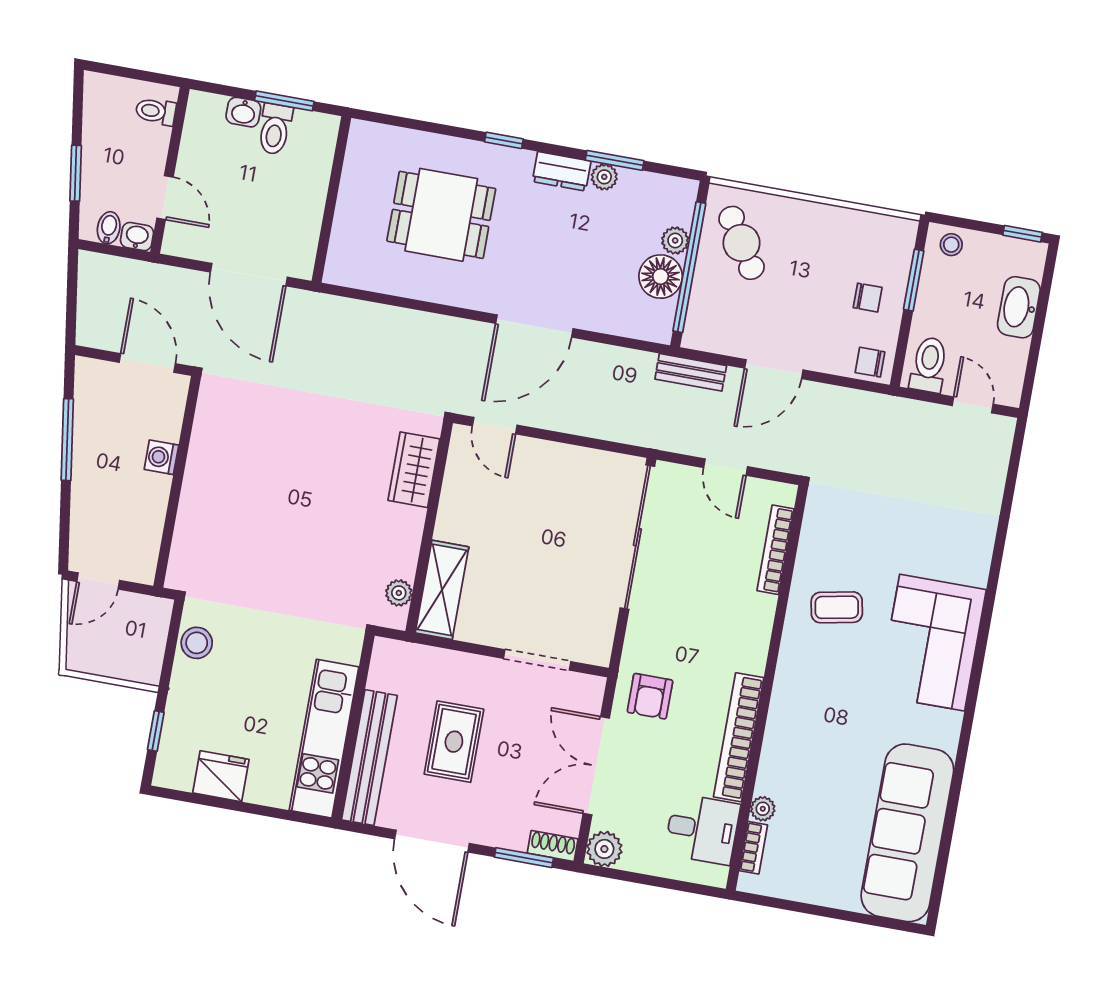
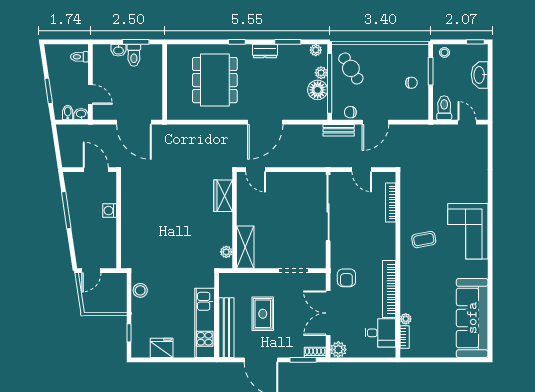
plant: (604, 177) -> (316, 50), moved
dining table: (441, 215) -> (215, 80), width x1.38
chair: (870, 362) -> (350, 112), moved
coffee table: (837, 607) -> (424, 240), moved

